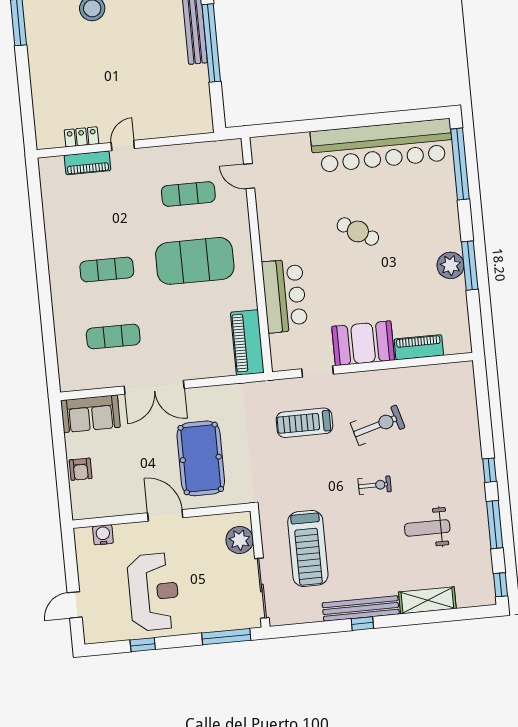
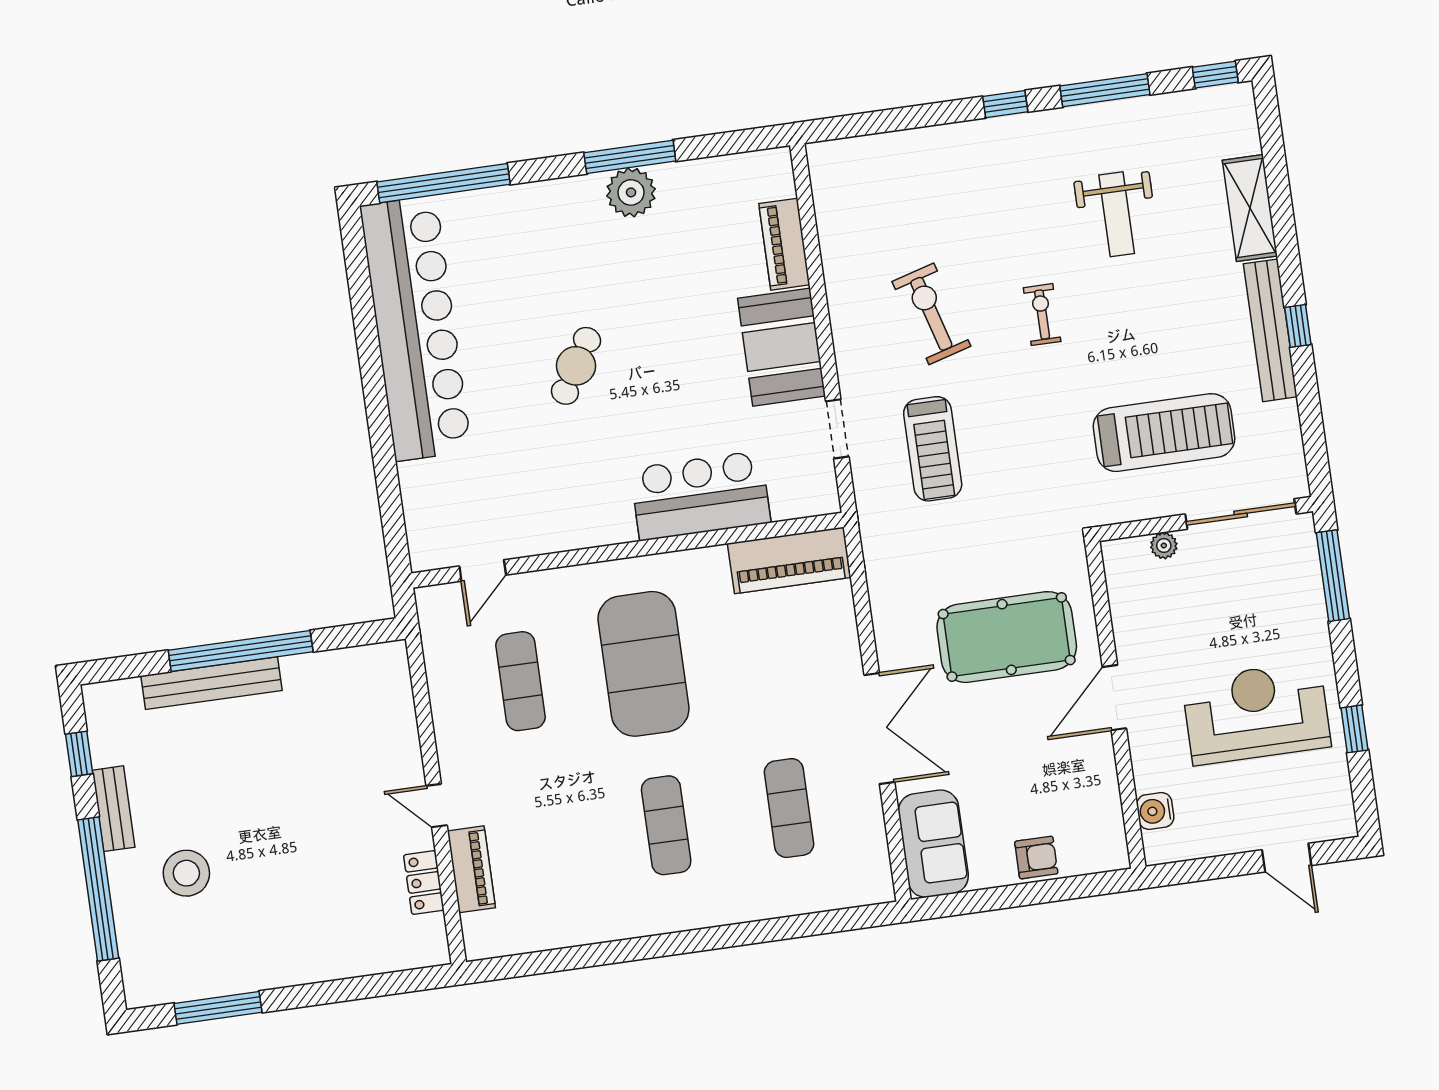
plant: (240, 540) -> (1164, 546), width x0.53, depth x0.53

